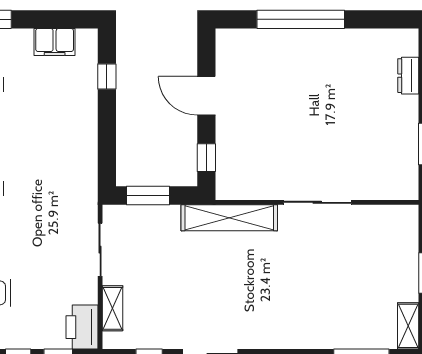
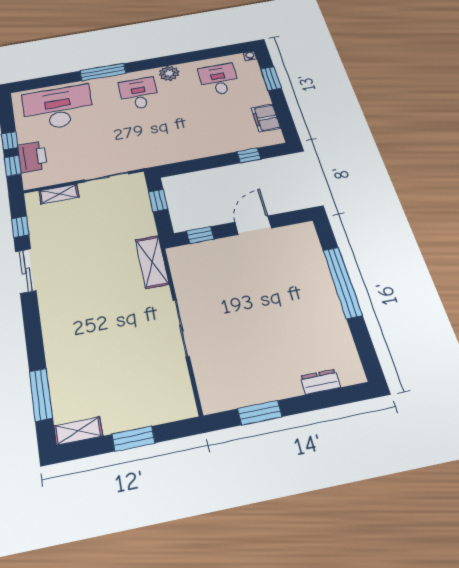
window: (148, 196) -> (158, 200), width x0.67
shelving: (229, 218) -> (152, 262), width x0.68
printer: (82, 327) -> (32, 157), moved, turned 90

